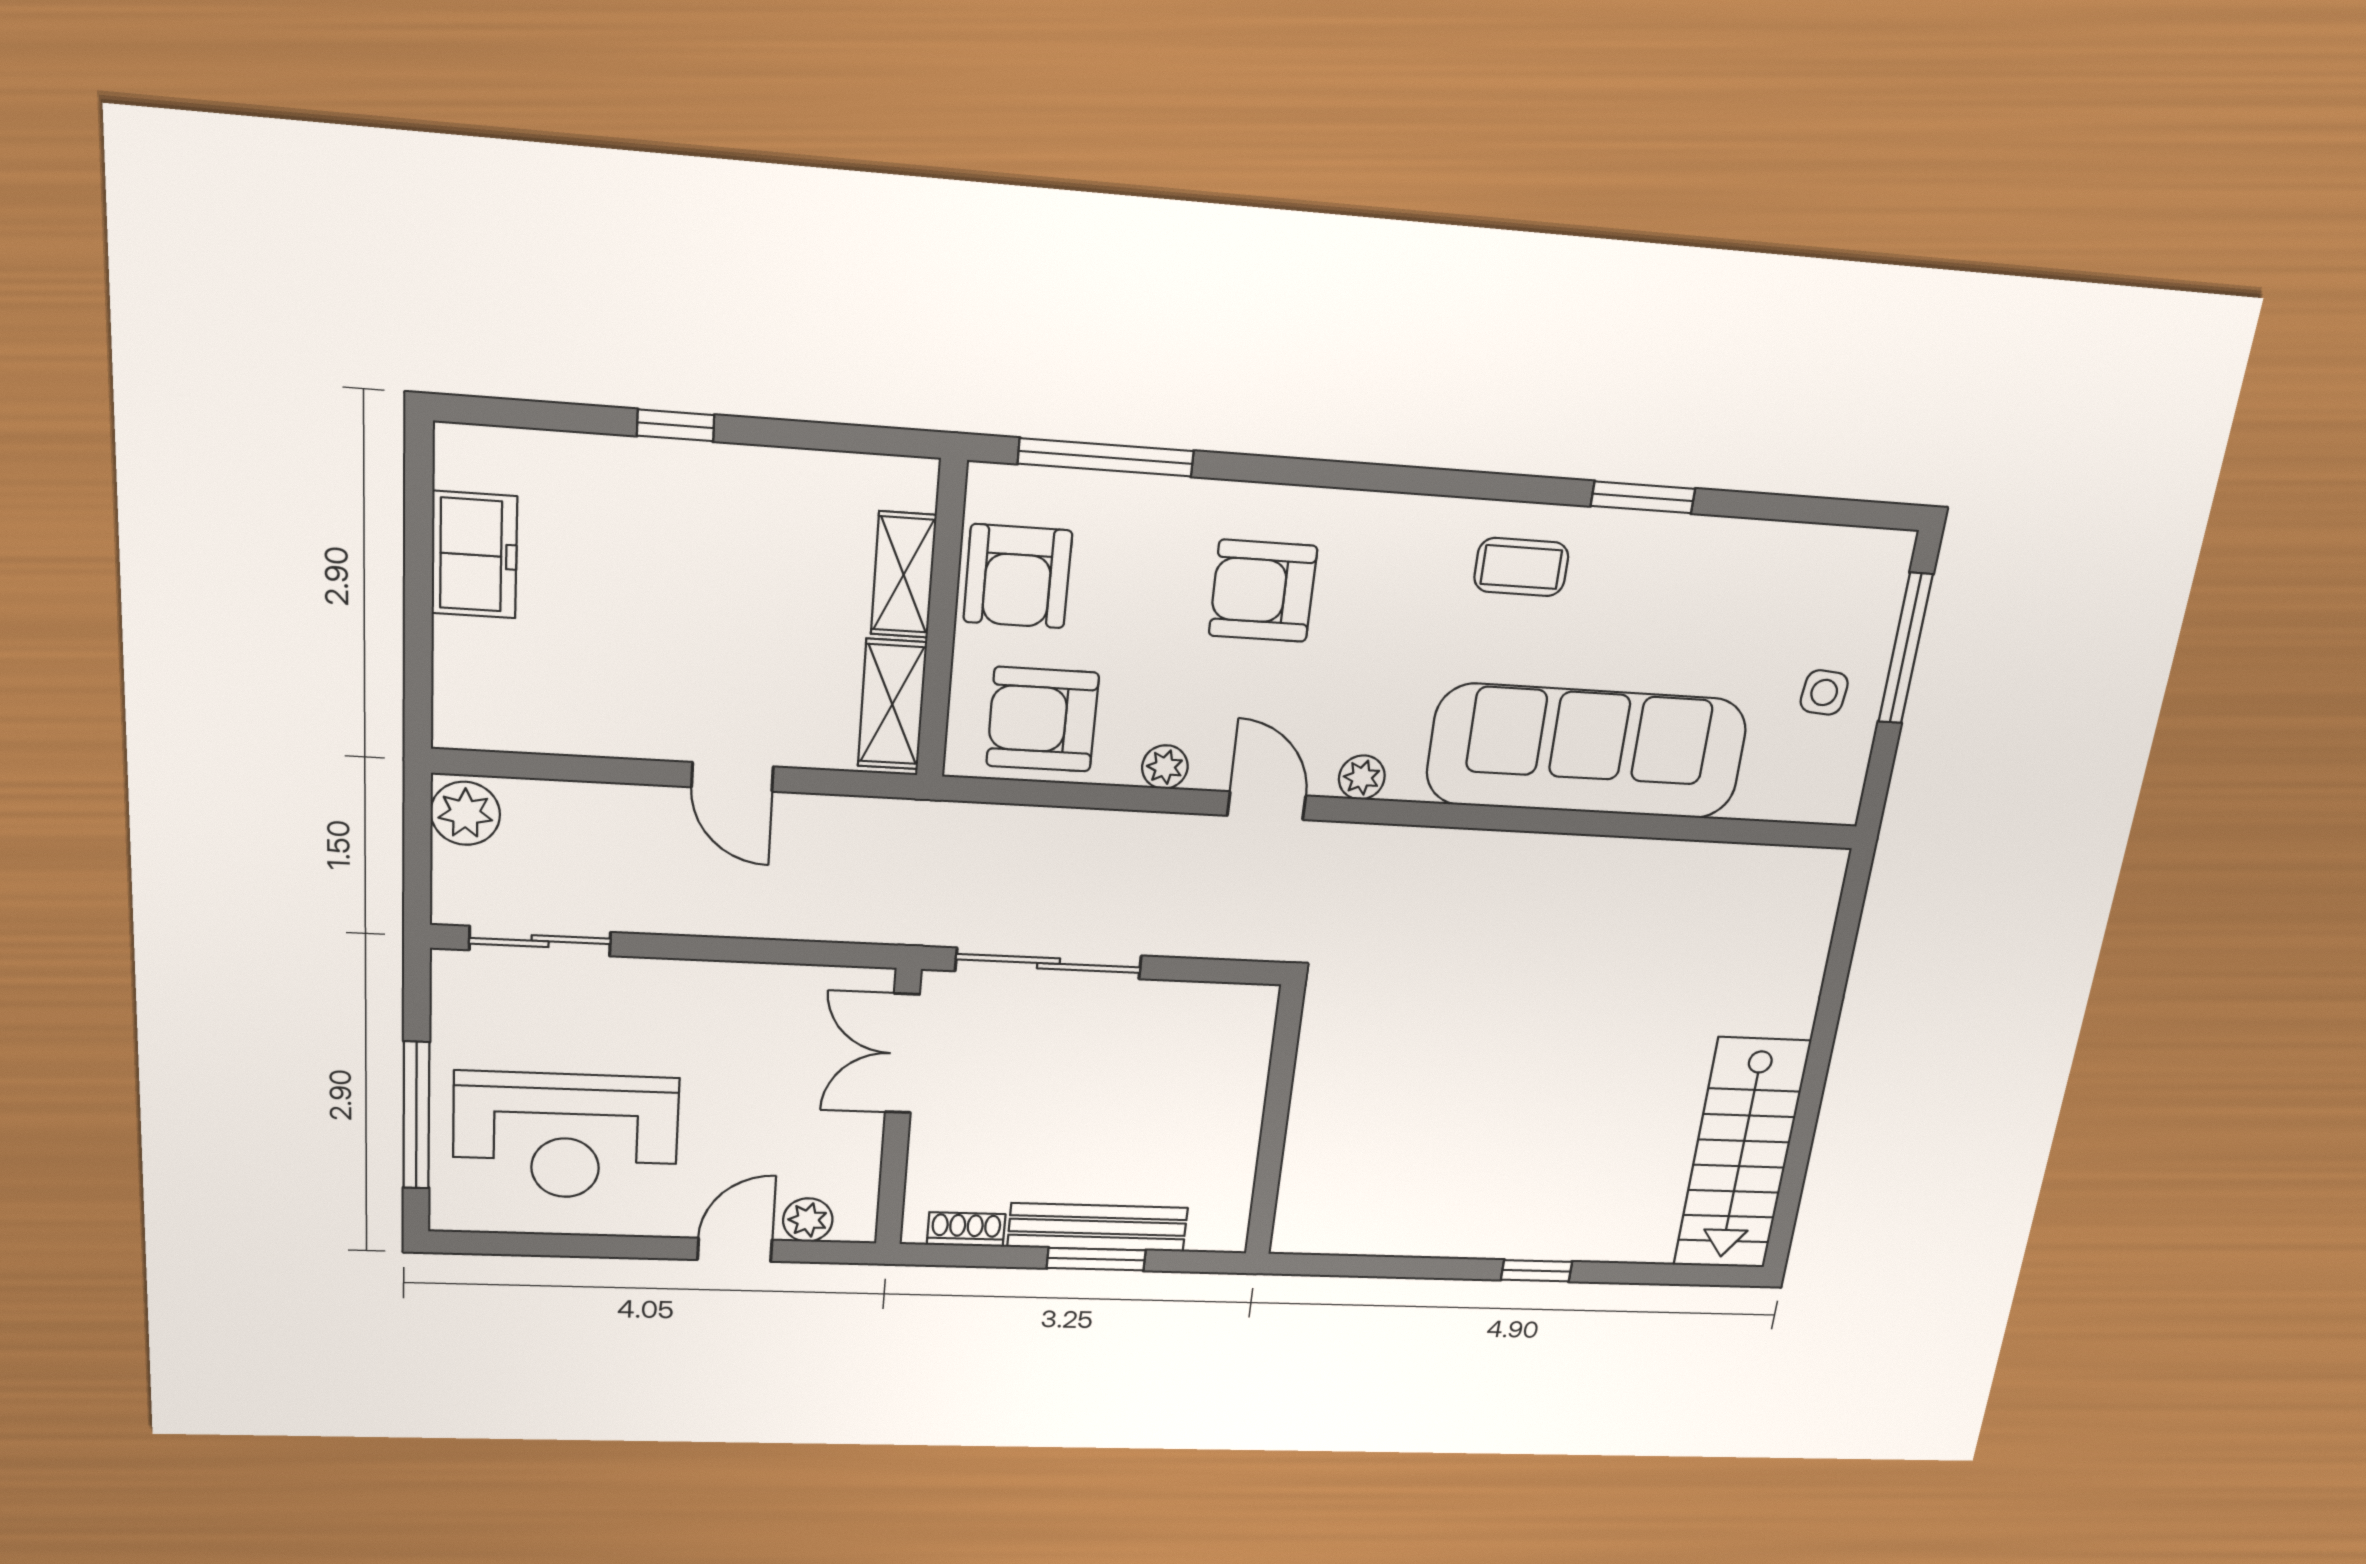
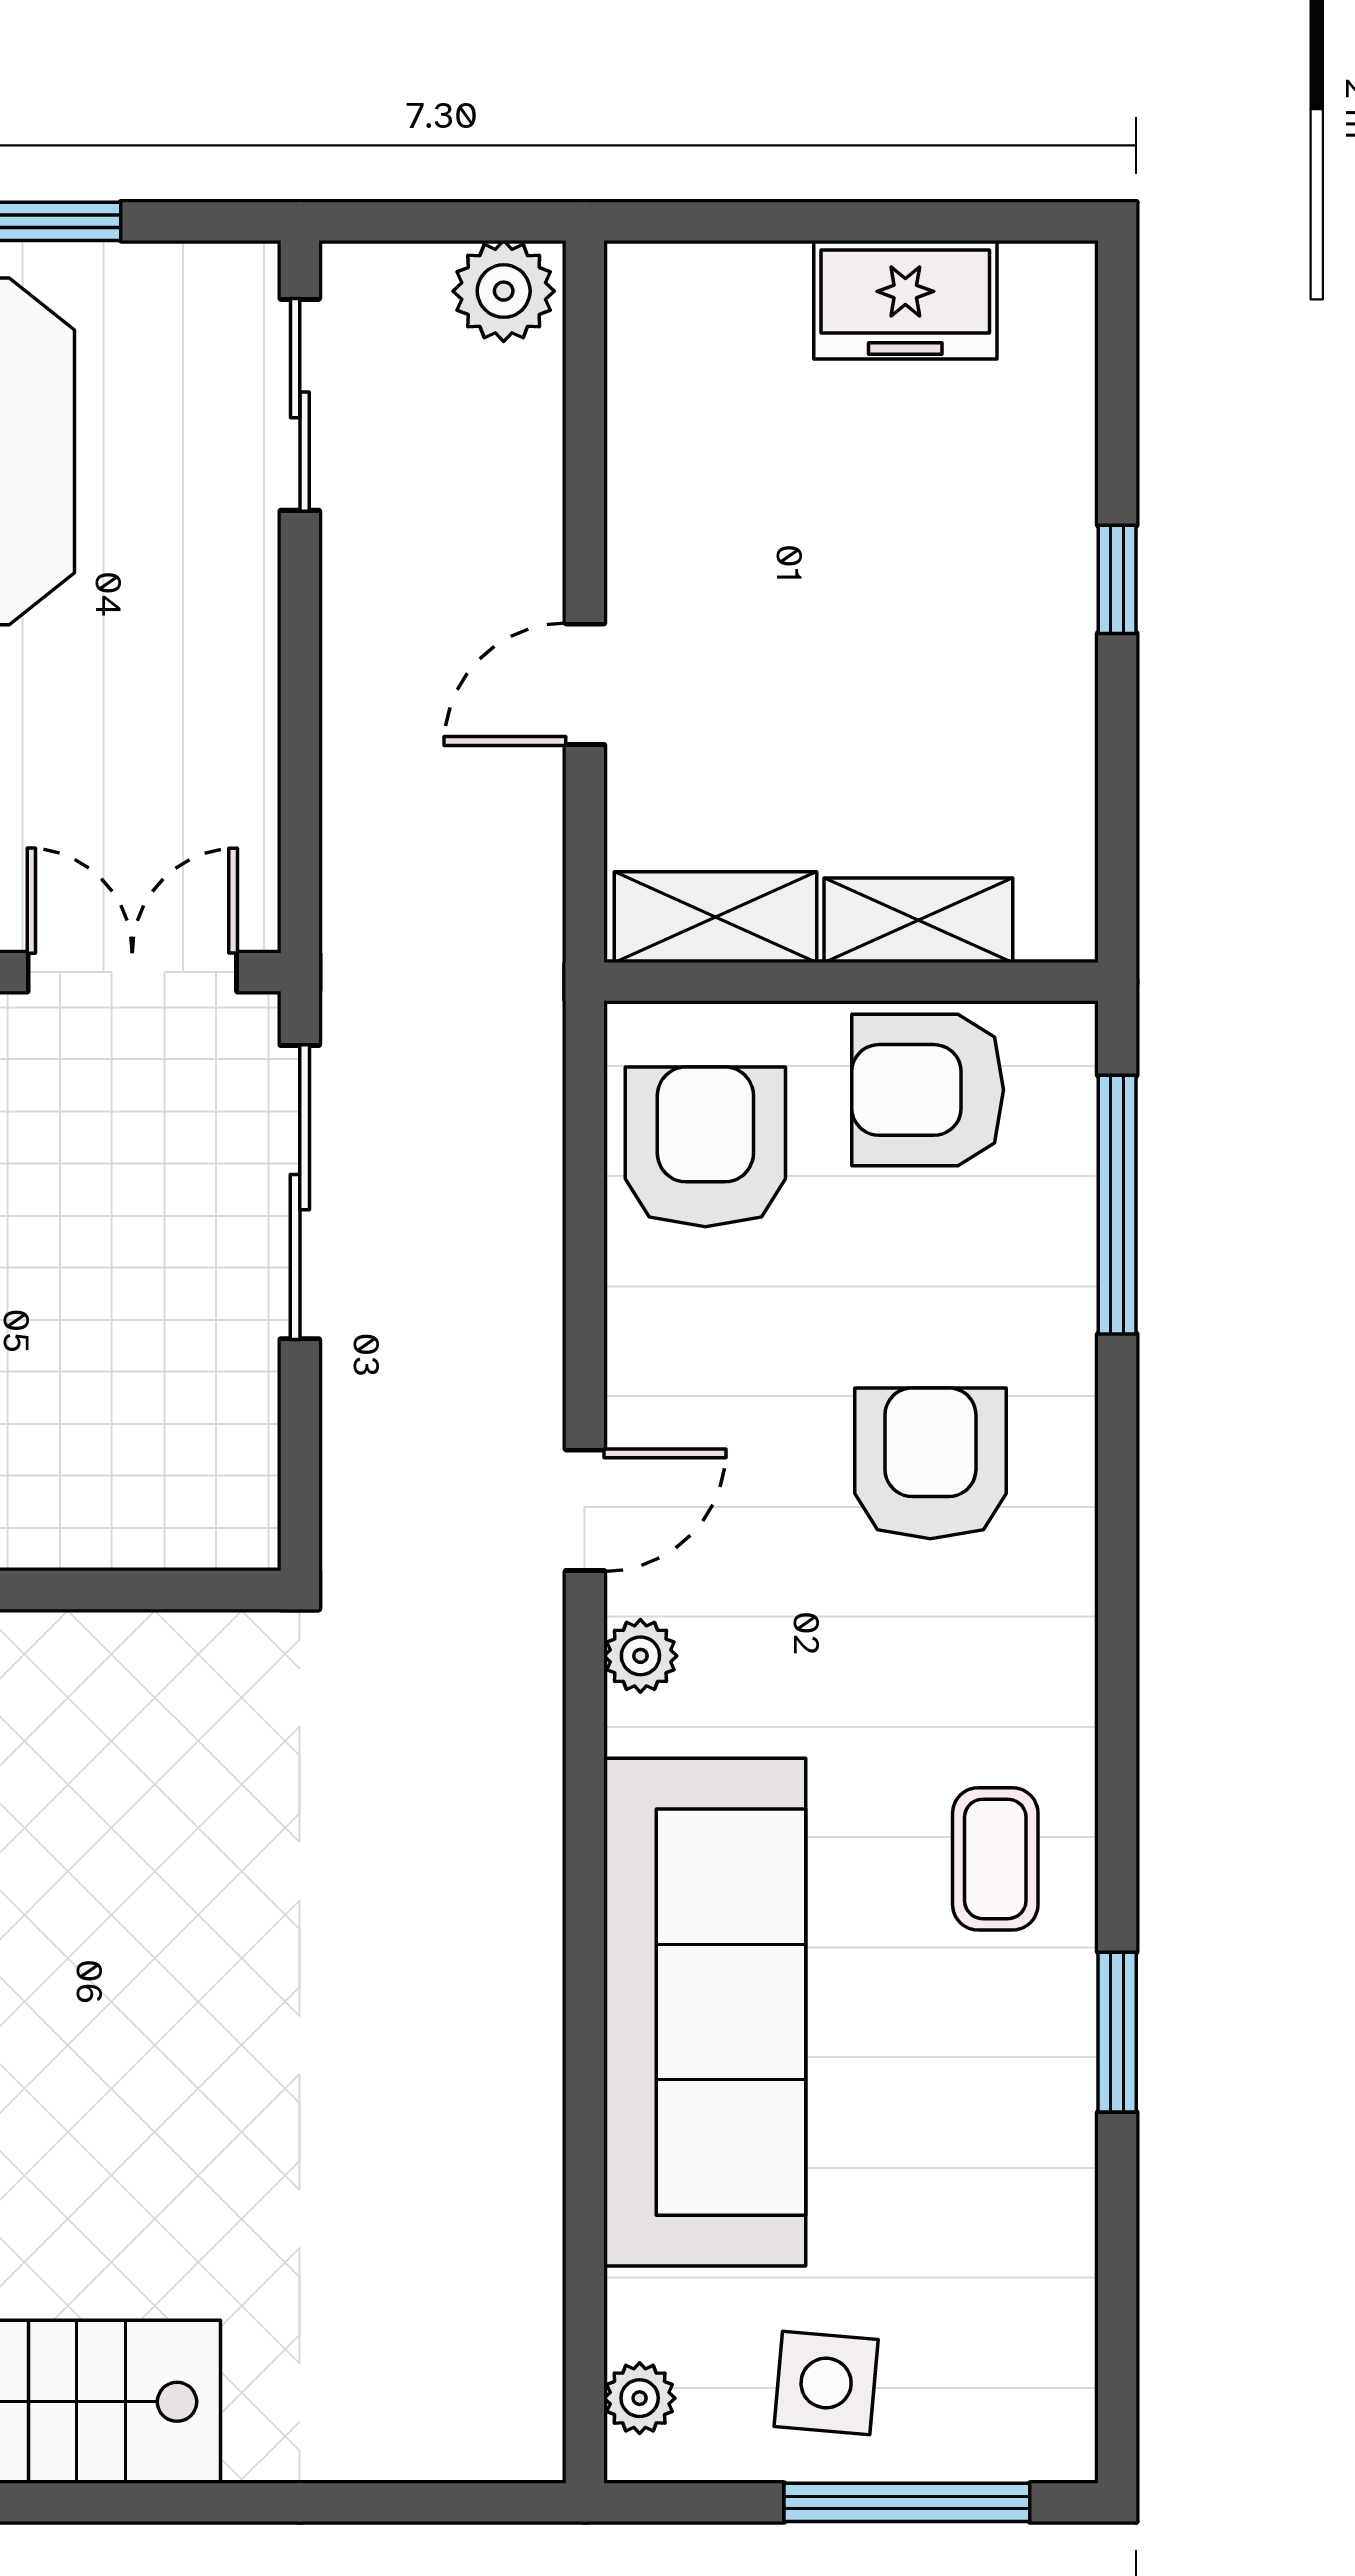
side table: (1824, 693) -> (826, 2383), width x1.37, depth x1.37
plant: (1165, 767) -> (640, 2398), moved

